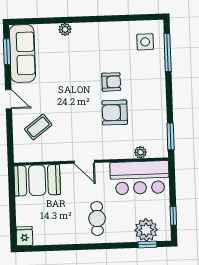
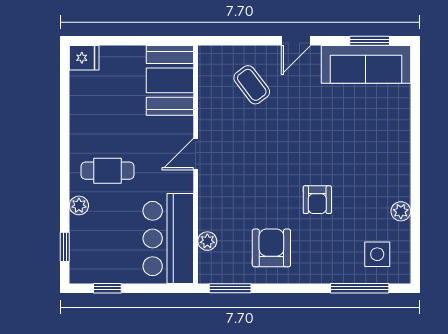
plant: (65, 29) -> (401, 211), moved
armchair: (115, 113) -> (271, 248), moved
plant: (146, 230) -> (79, 205), moved, width x0.53, depth x0.53

